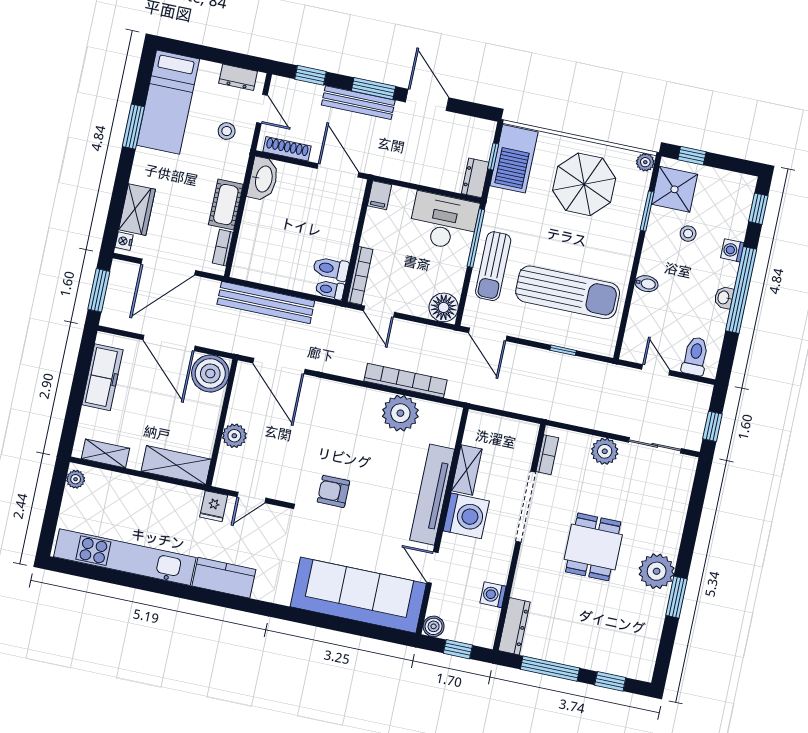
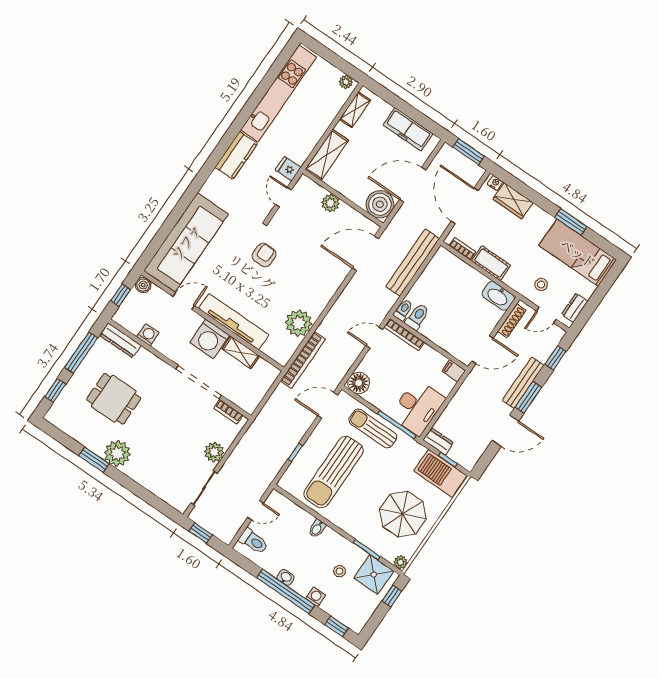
bookcase: (406, 380) -> (303, 360), moved
dining table: (593, 547) -> (114, 399), moved

